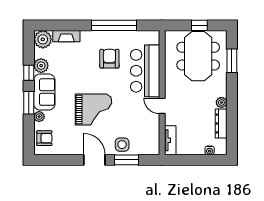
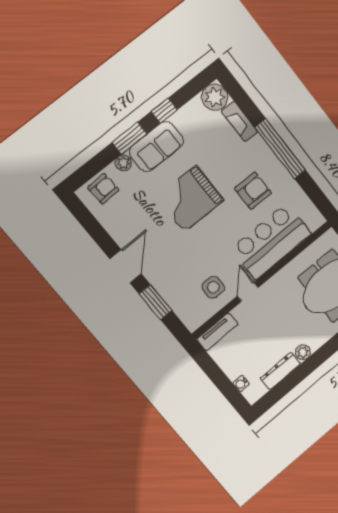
window: (114, 25) -> (280, 149), moved
plant: (41, 66) -> (184, 119), removed
grand piano: (93, 109) -> (190, 199), moved, turned 90
armchair: (44, 138) -> (103, 189), turned -93
side table: (122, 145) -> (213, 287), moved

